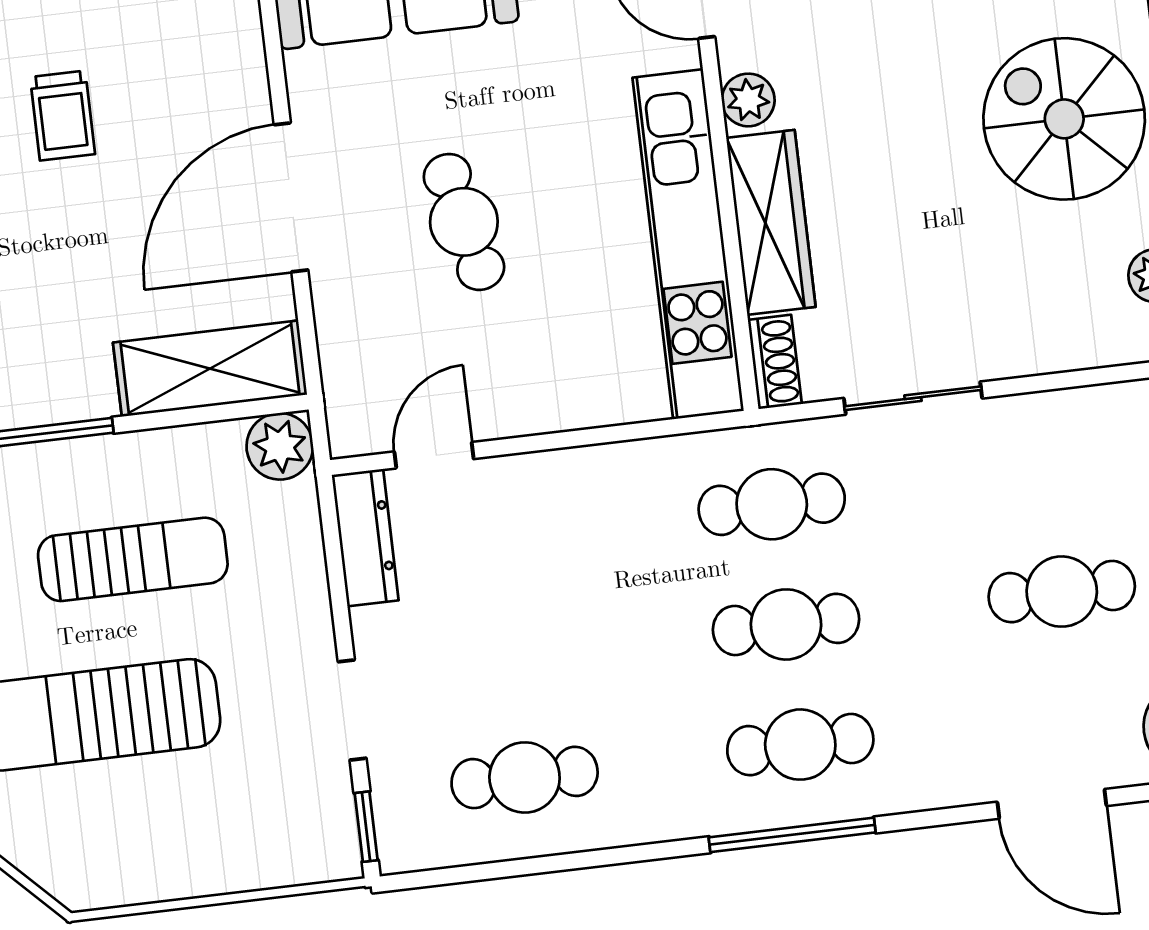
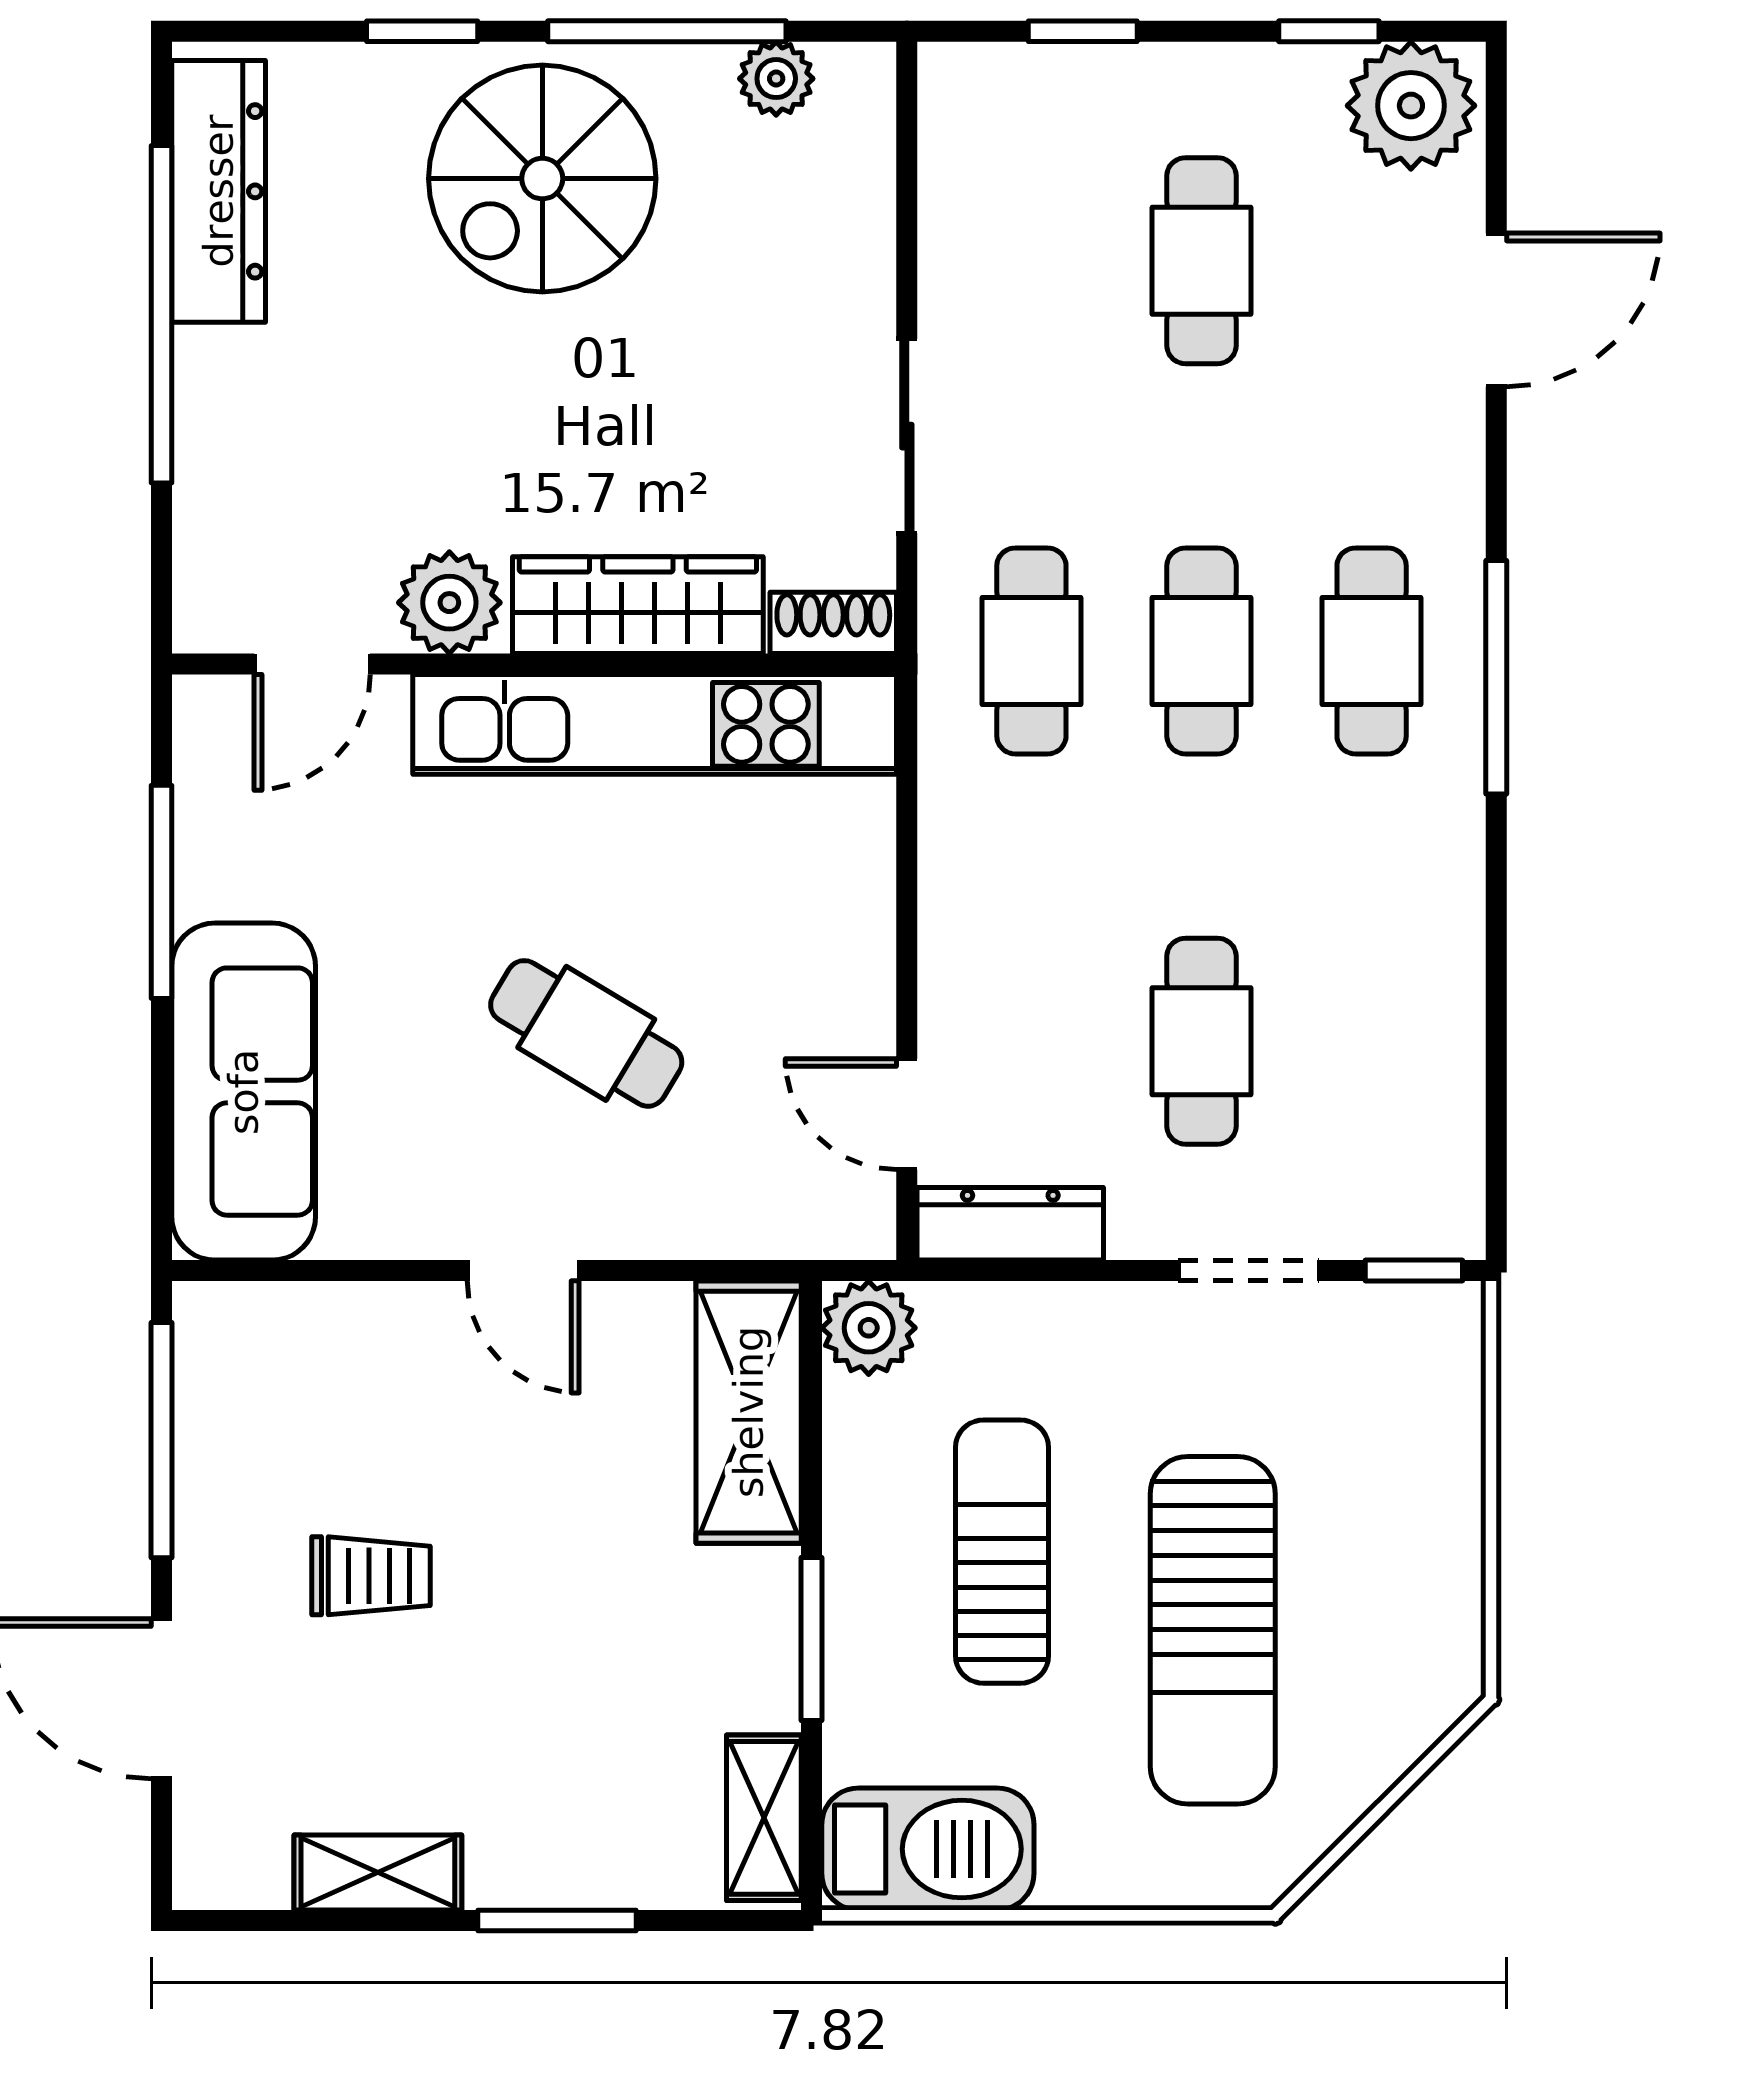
plant: (748, 100) -> (449, 603), width x1.38, depth x1.38
door: (291, 197) -> (523, 1271), width x0.53
cafe table: (464, 222) -> (586, 1033), turned 44
cafe table: (525, 777) -> (1202, 1041), moved

